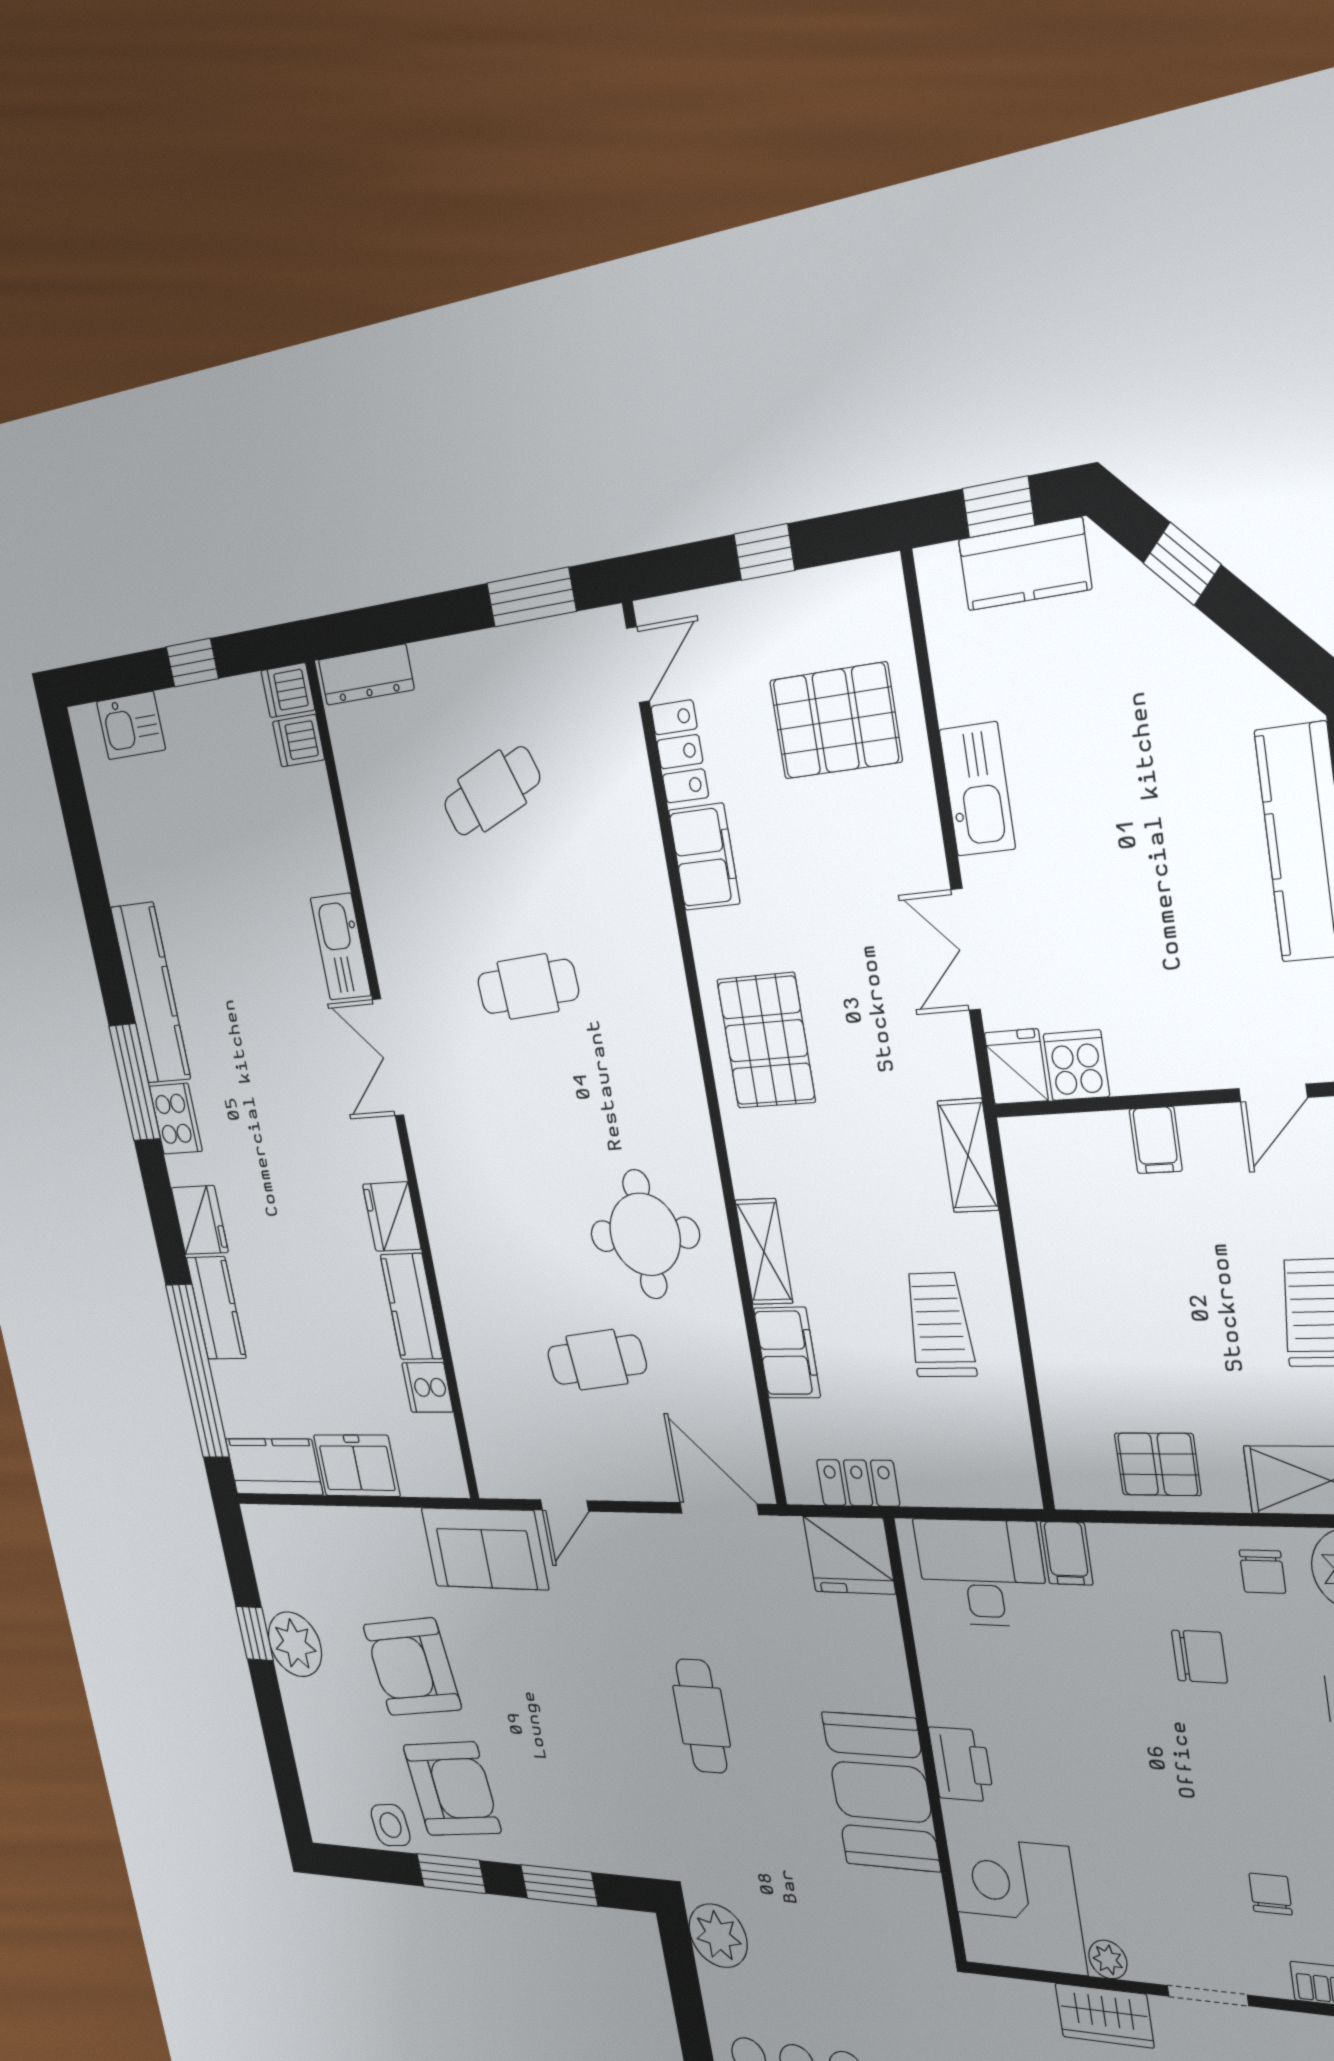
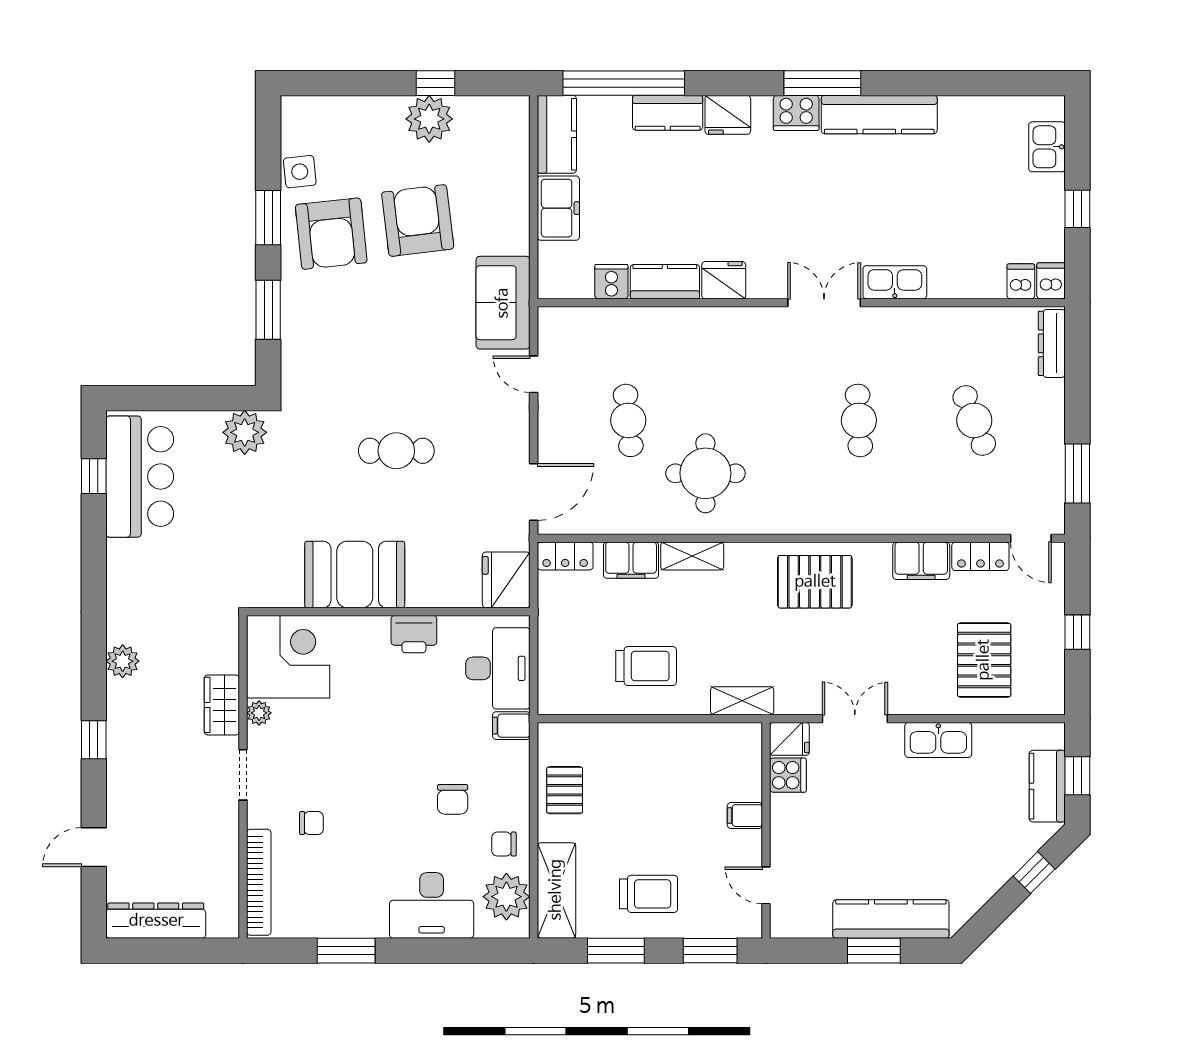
locker: (858, 1483) -> (565, 556), moved, turned 90
printer: (961, 1764) -> (414, 634), moved

